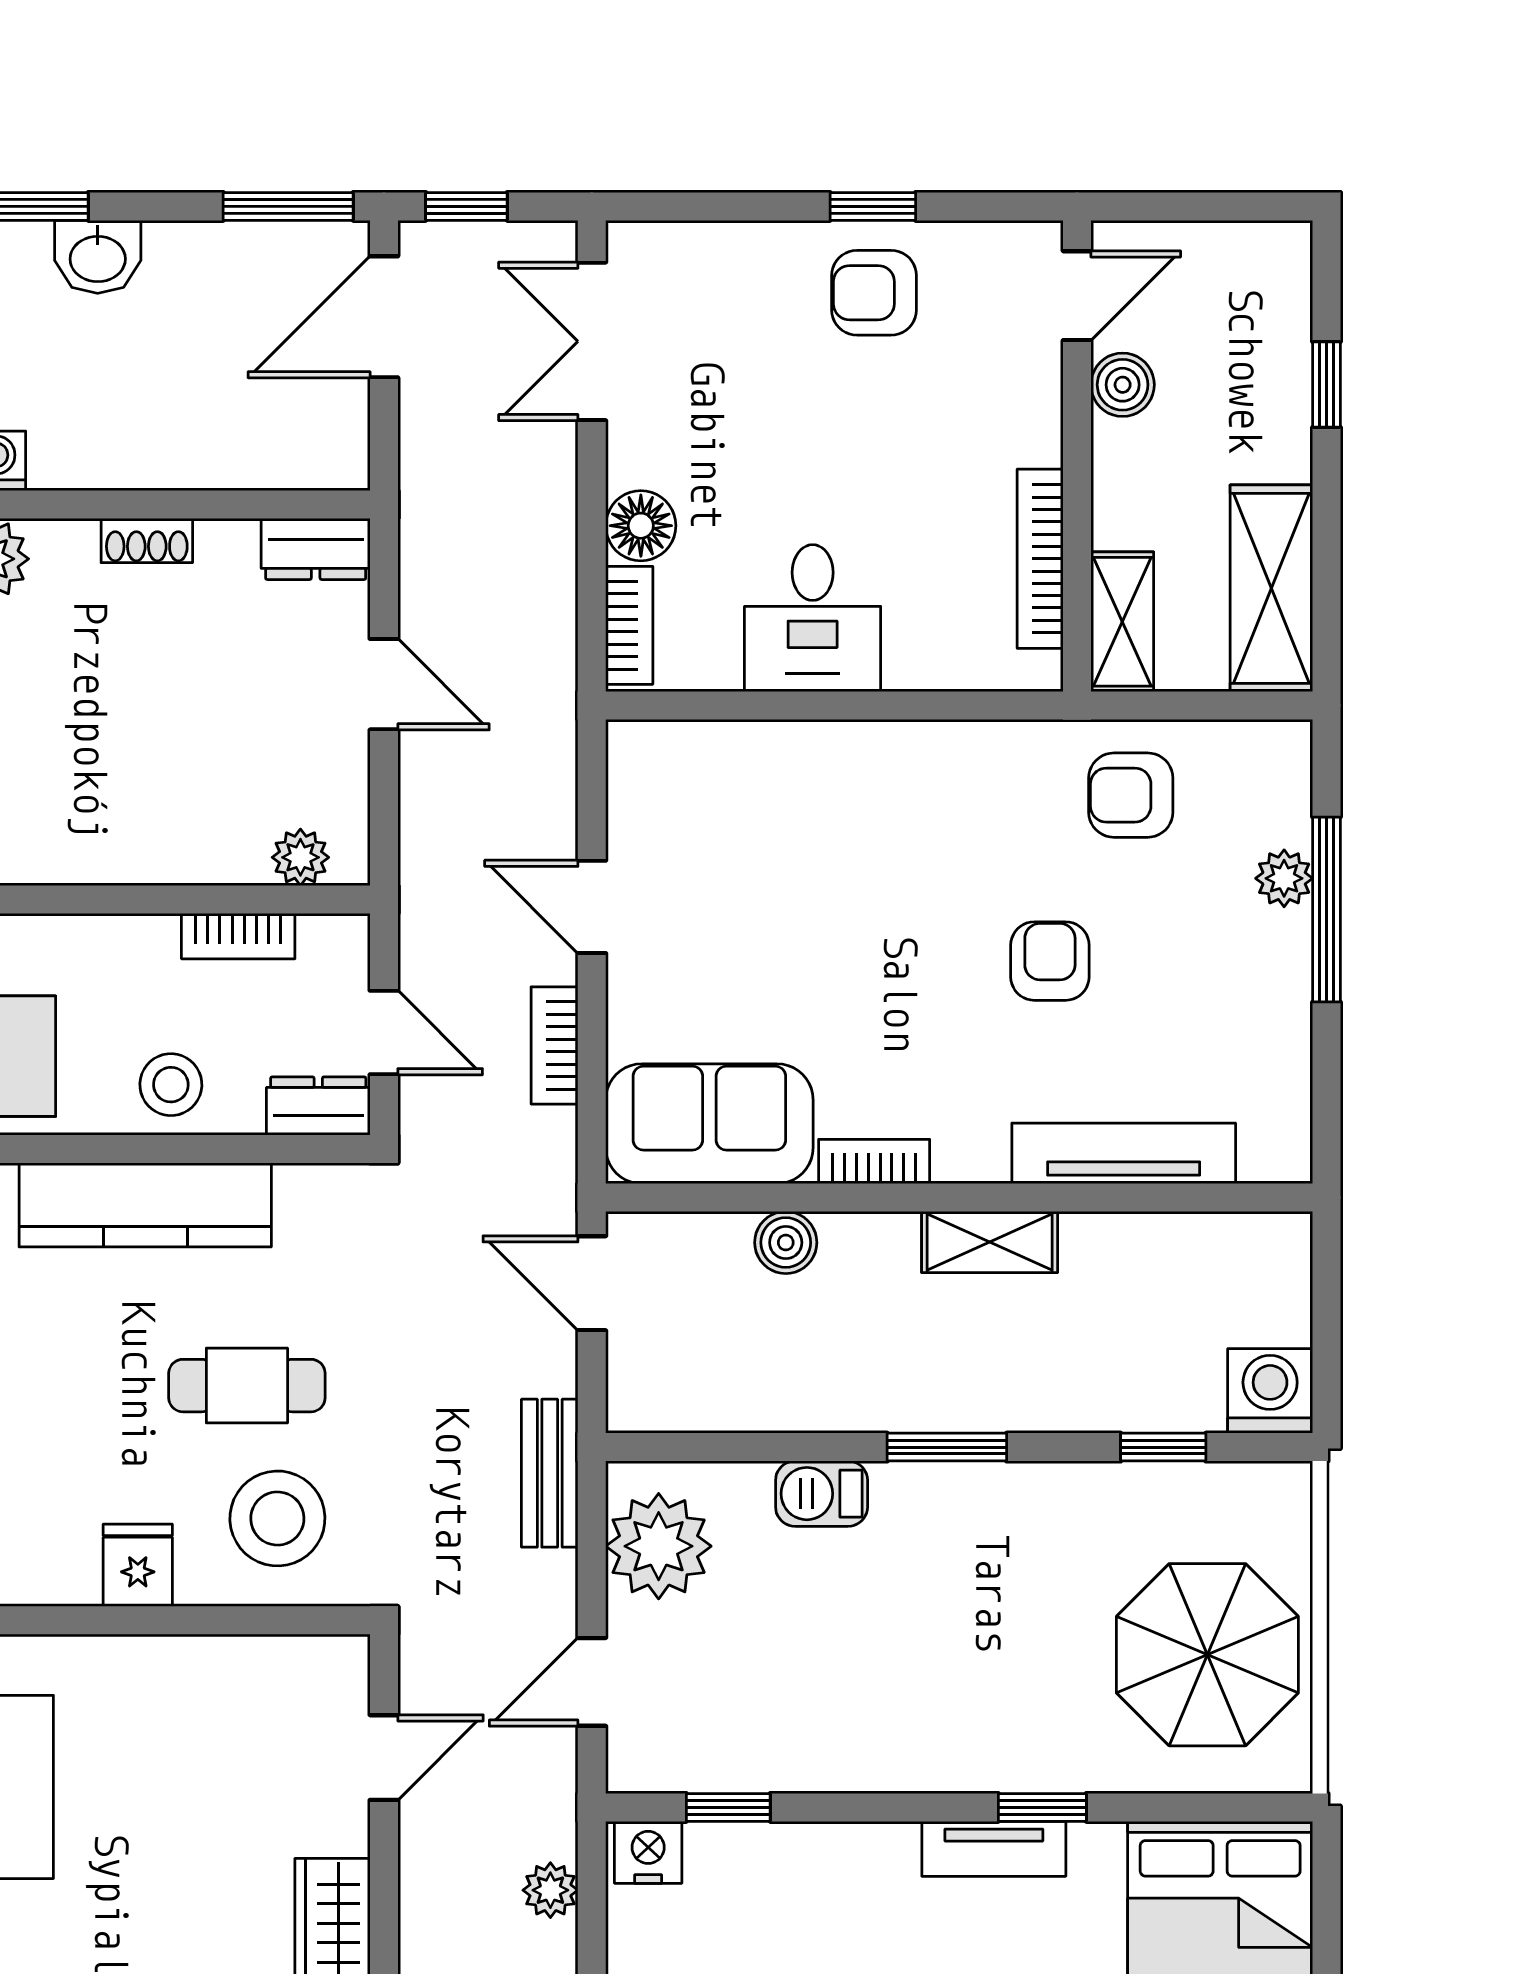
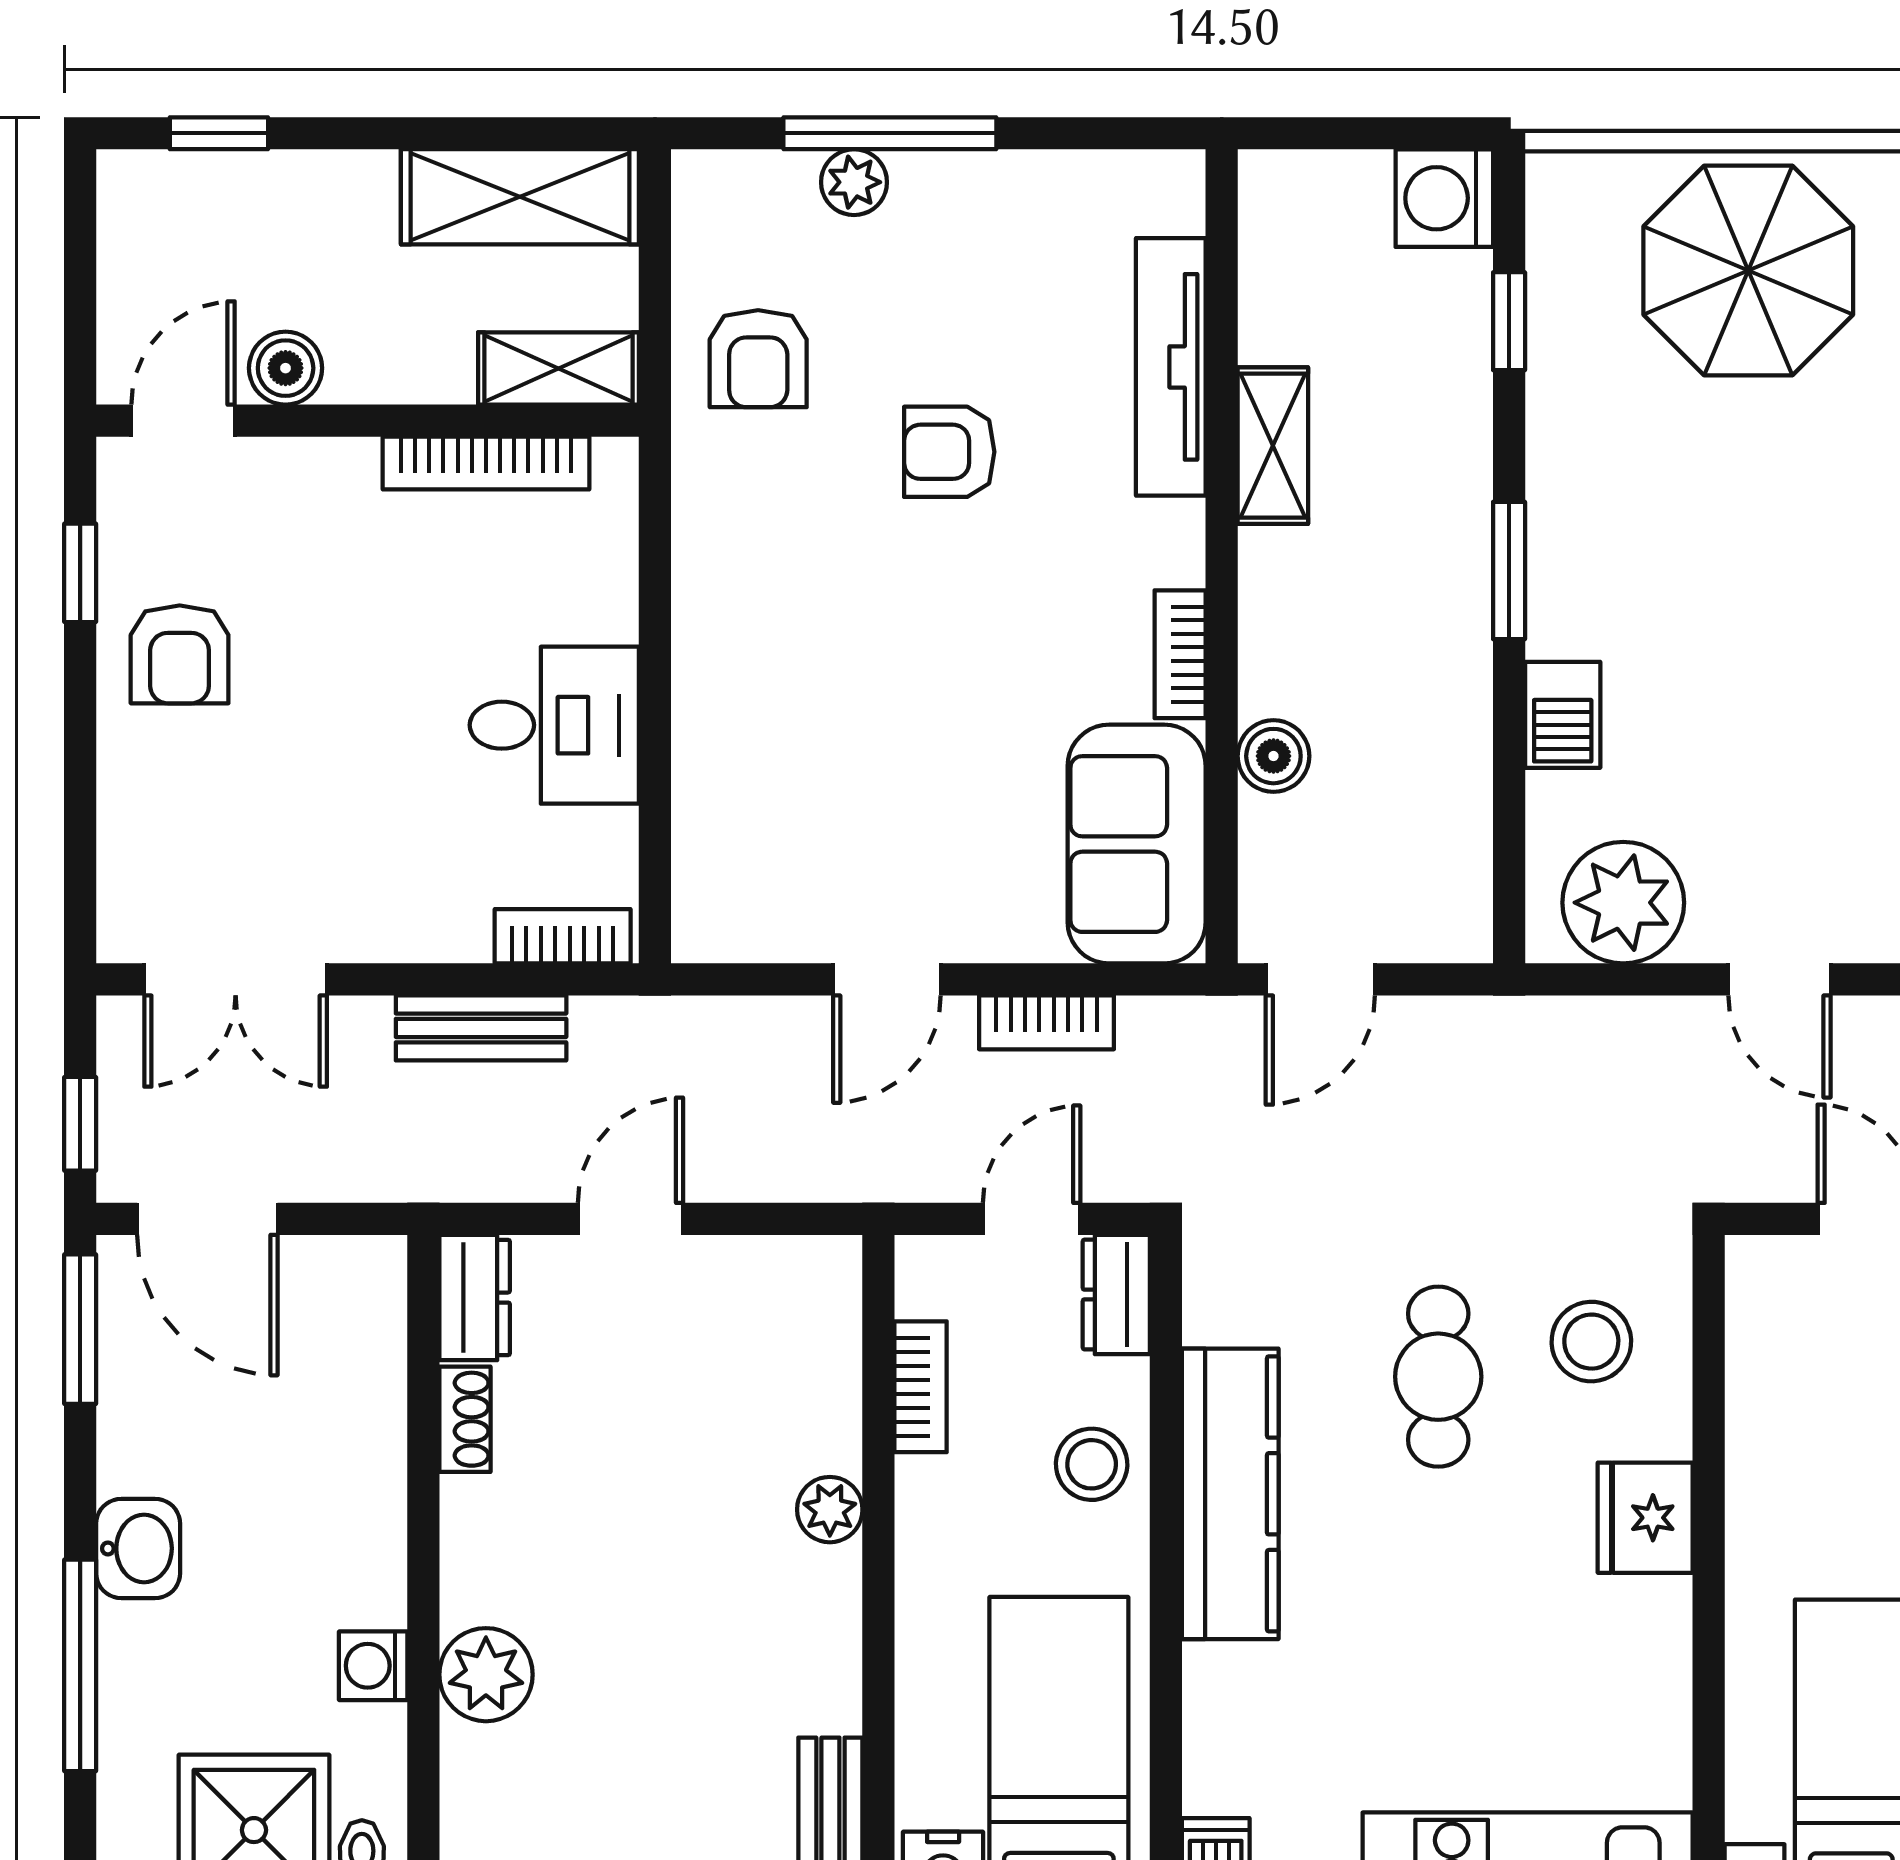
window: (873, 206) -> (80, 573), moved
door: (1077, 296) -> (183, 421), hinge flipped
window: (1327, 385) -> (219, 133), moved
floor lamp: (641, 526) -> (448, 923), removed
shoe rack: (147, 541) -> (465, 1419), moved
plant: (300, 857) -> (830, 1510), moved
shelving: (990, 1242) -> (1273, 446), moved
bench: (550, 1473) -> (481, 1028), moved
stool: (277, 1518) -> (1591, 1342), width x0.73, depth x0.73
fridge: (138, 1565) -> (1645, 1518), width x1.38

